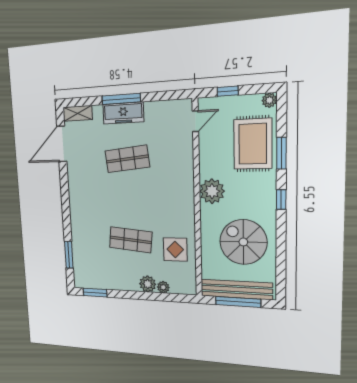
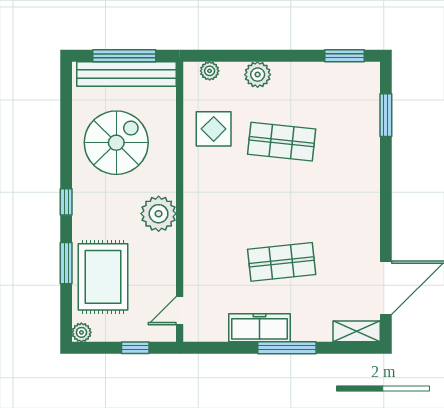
freezer: (123, 113) -> (259, 328), moved
spiral stairs: (243, 242) -> (116, 143), turned -90
plant: (163, 287) -> (210, 71), moved

